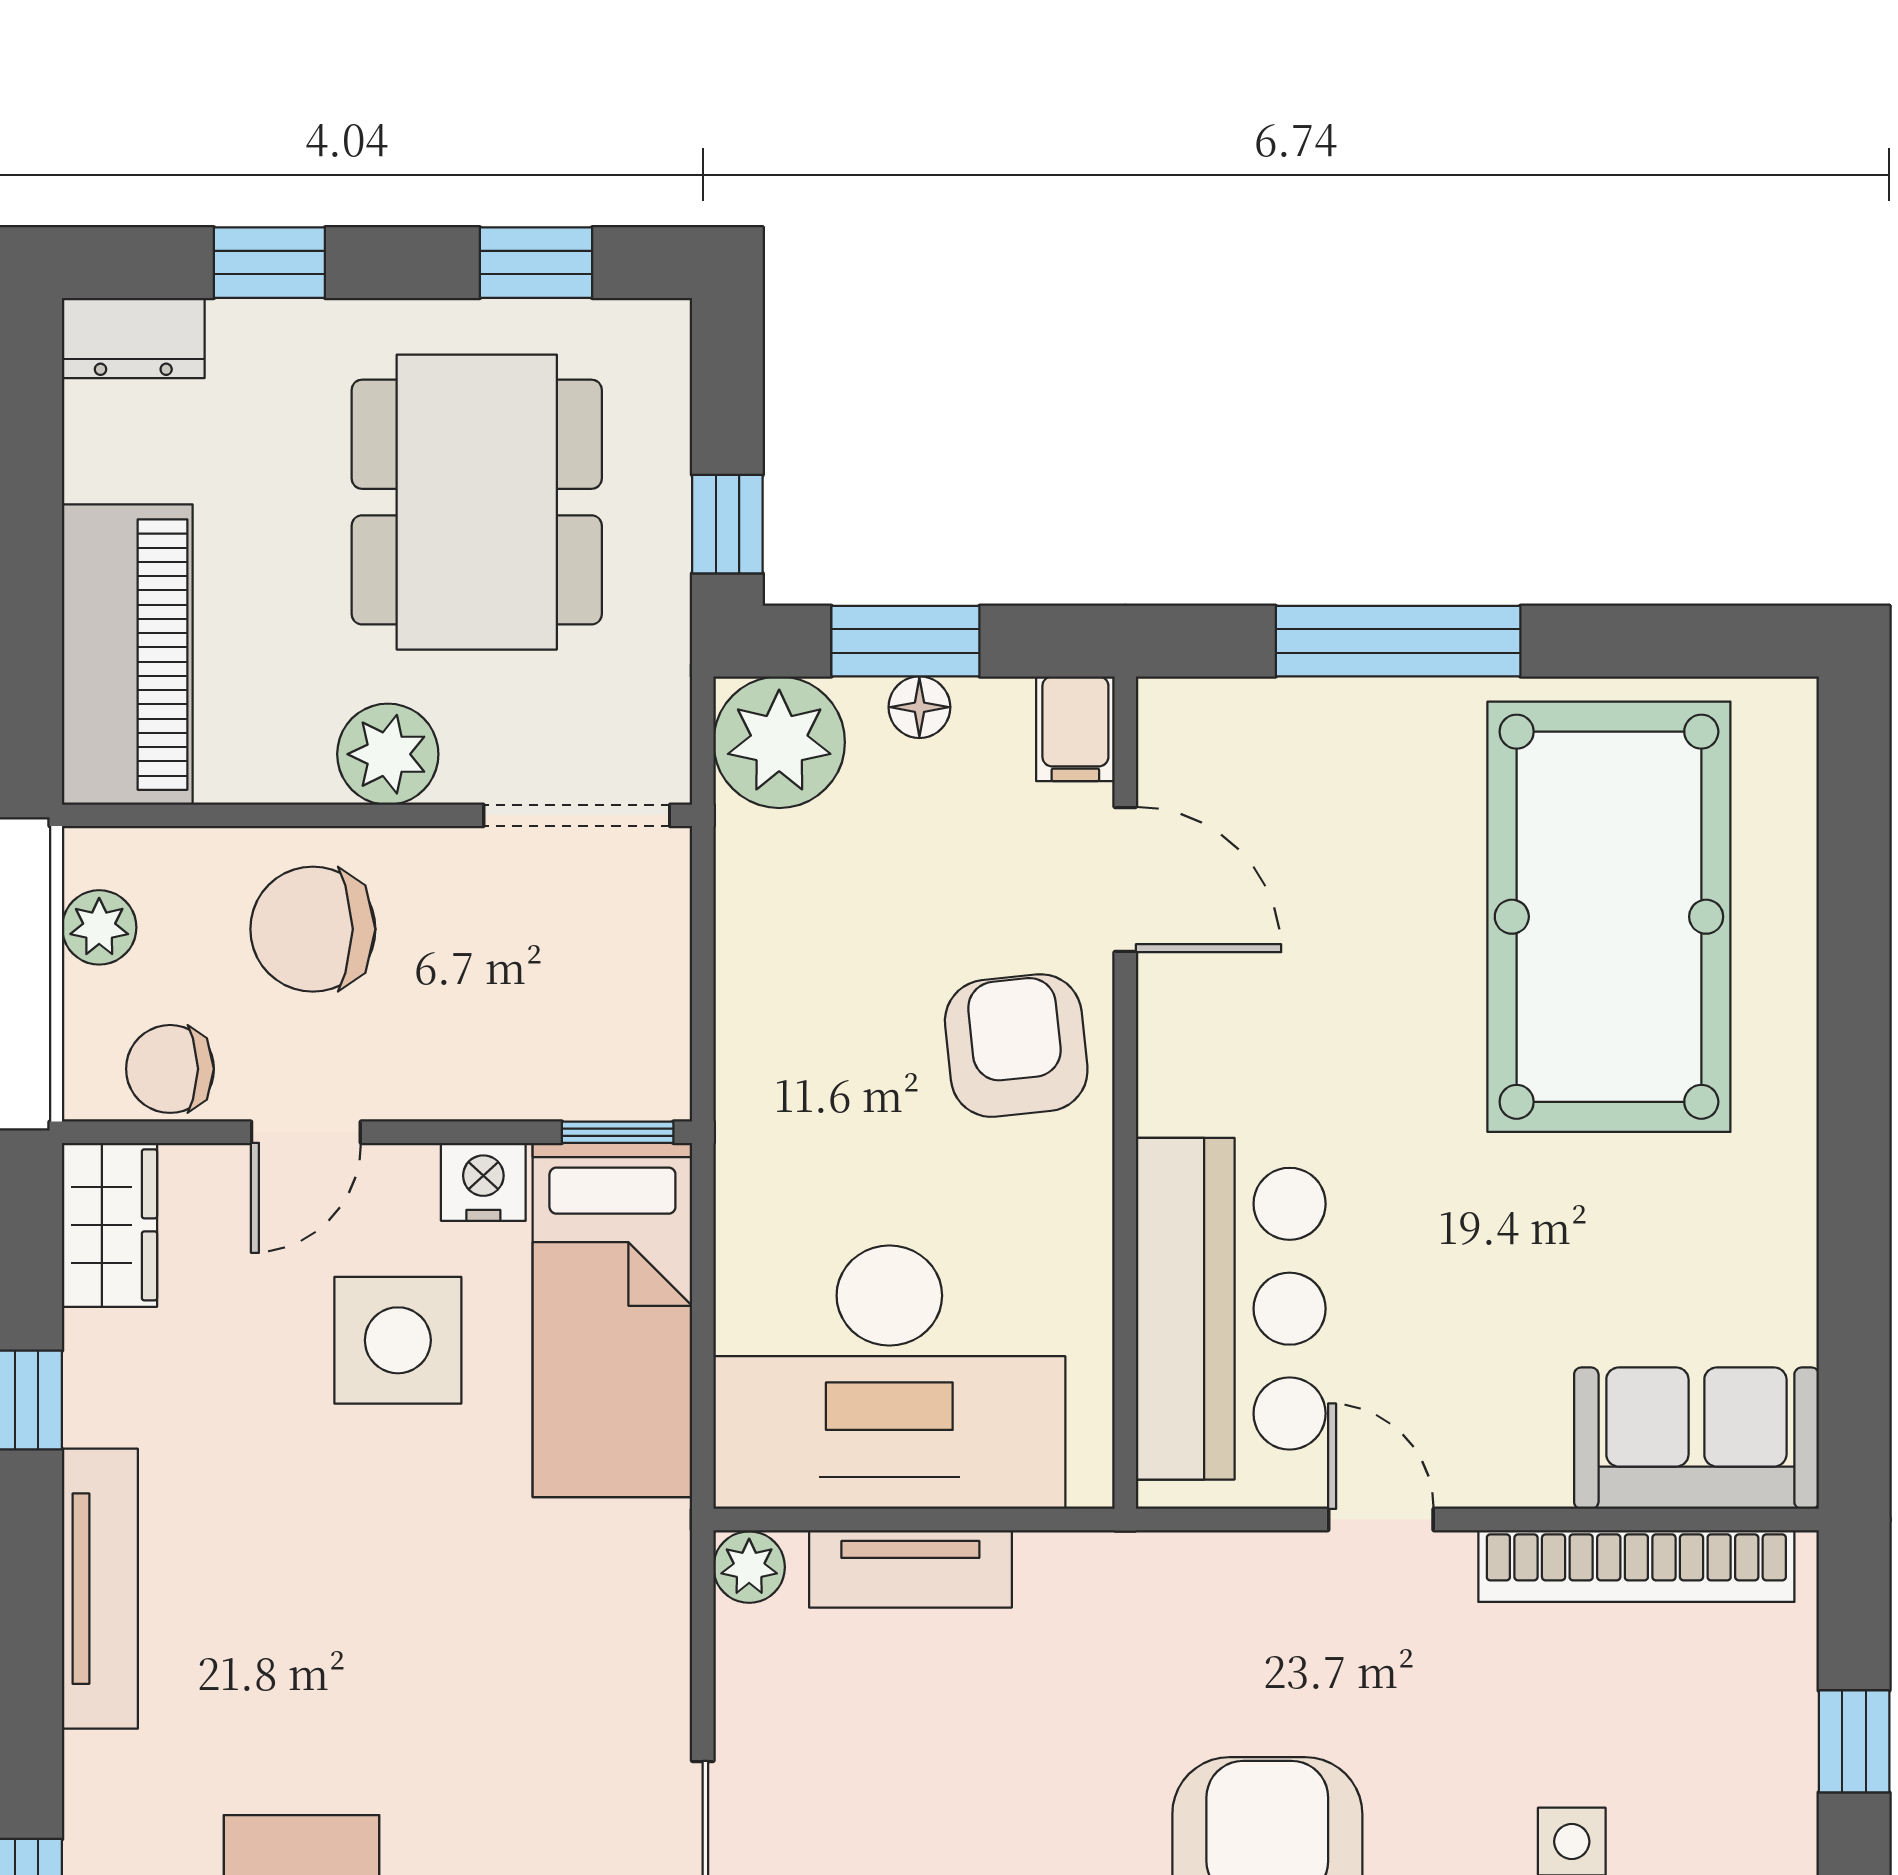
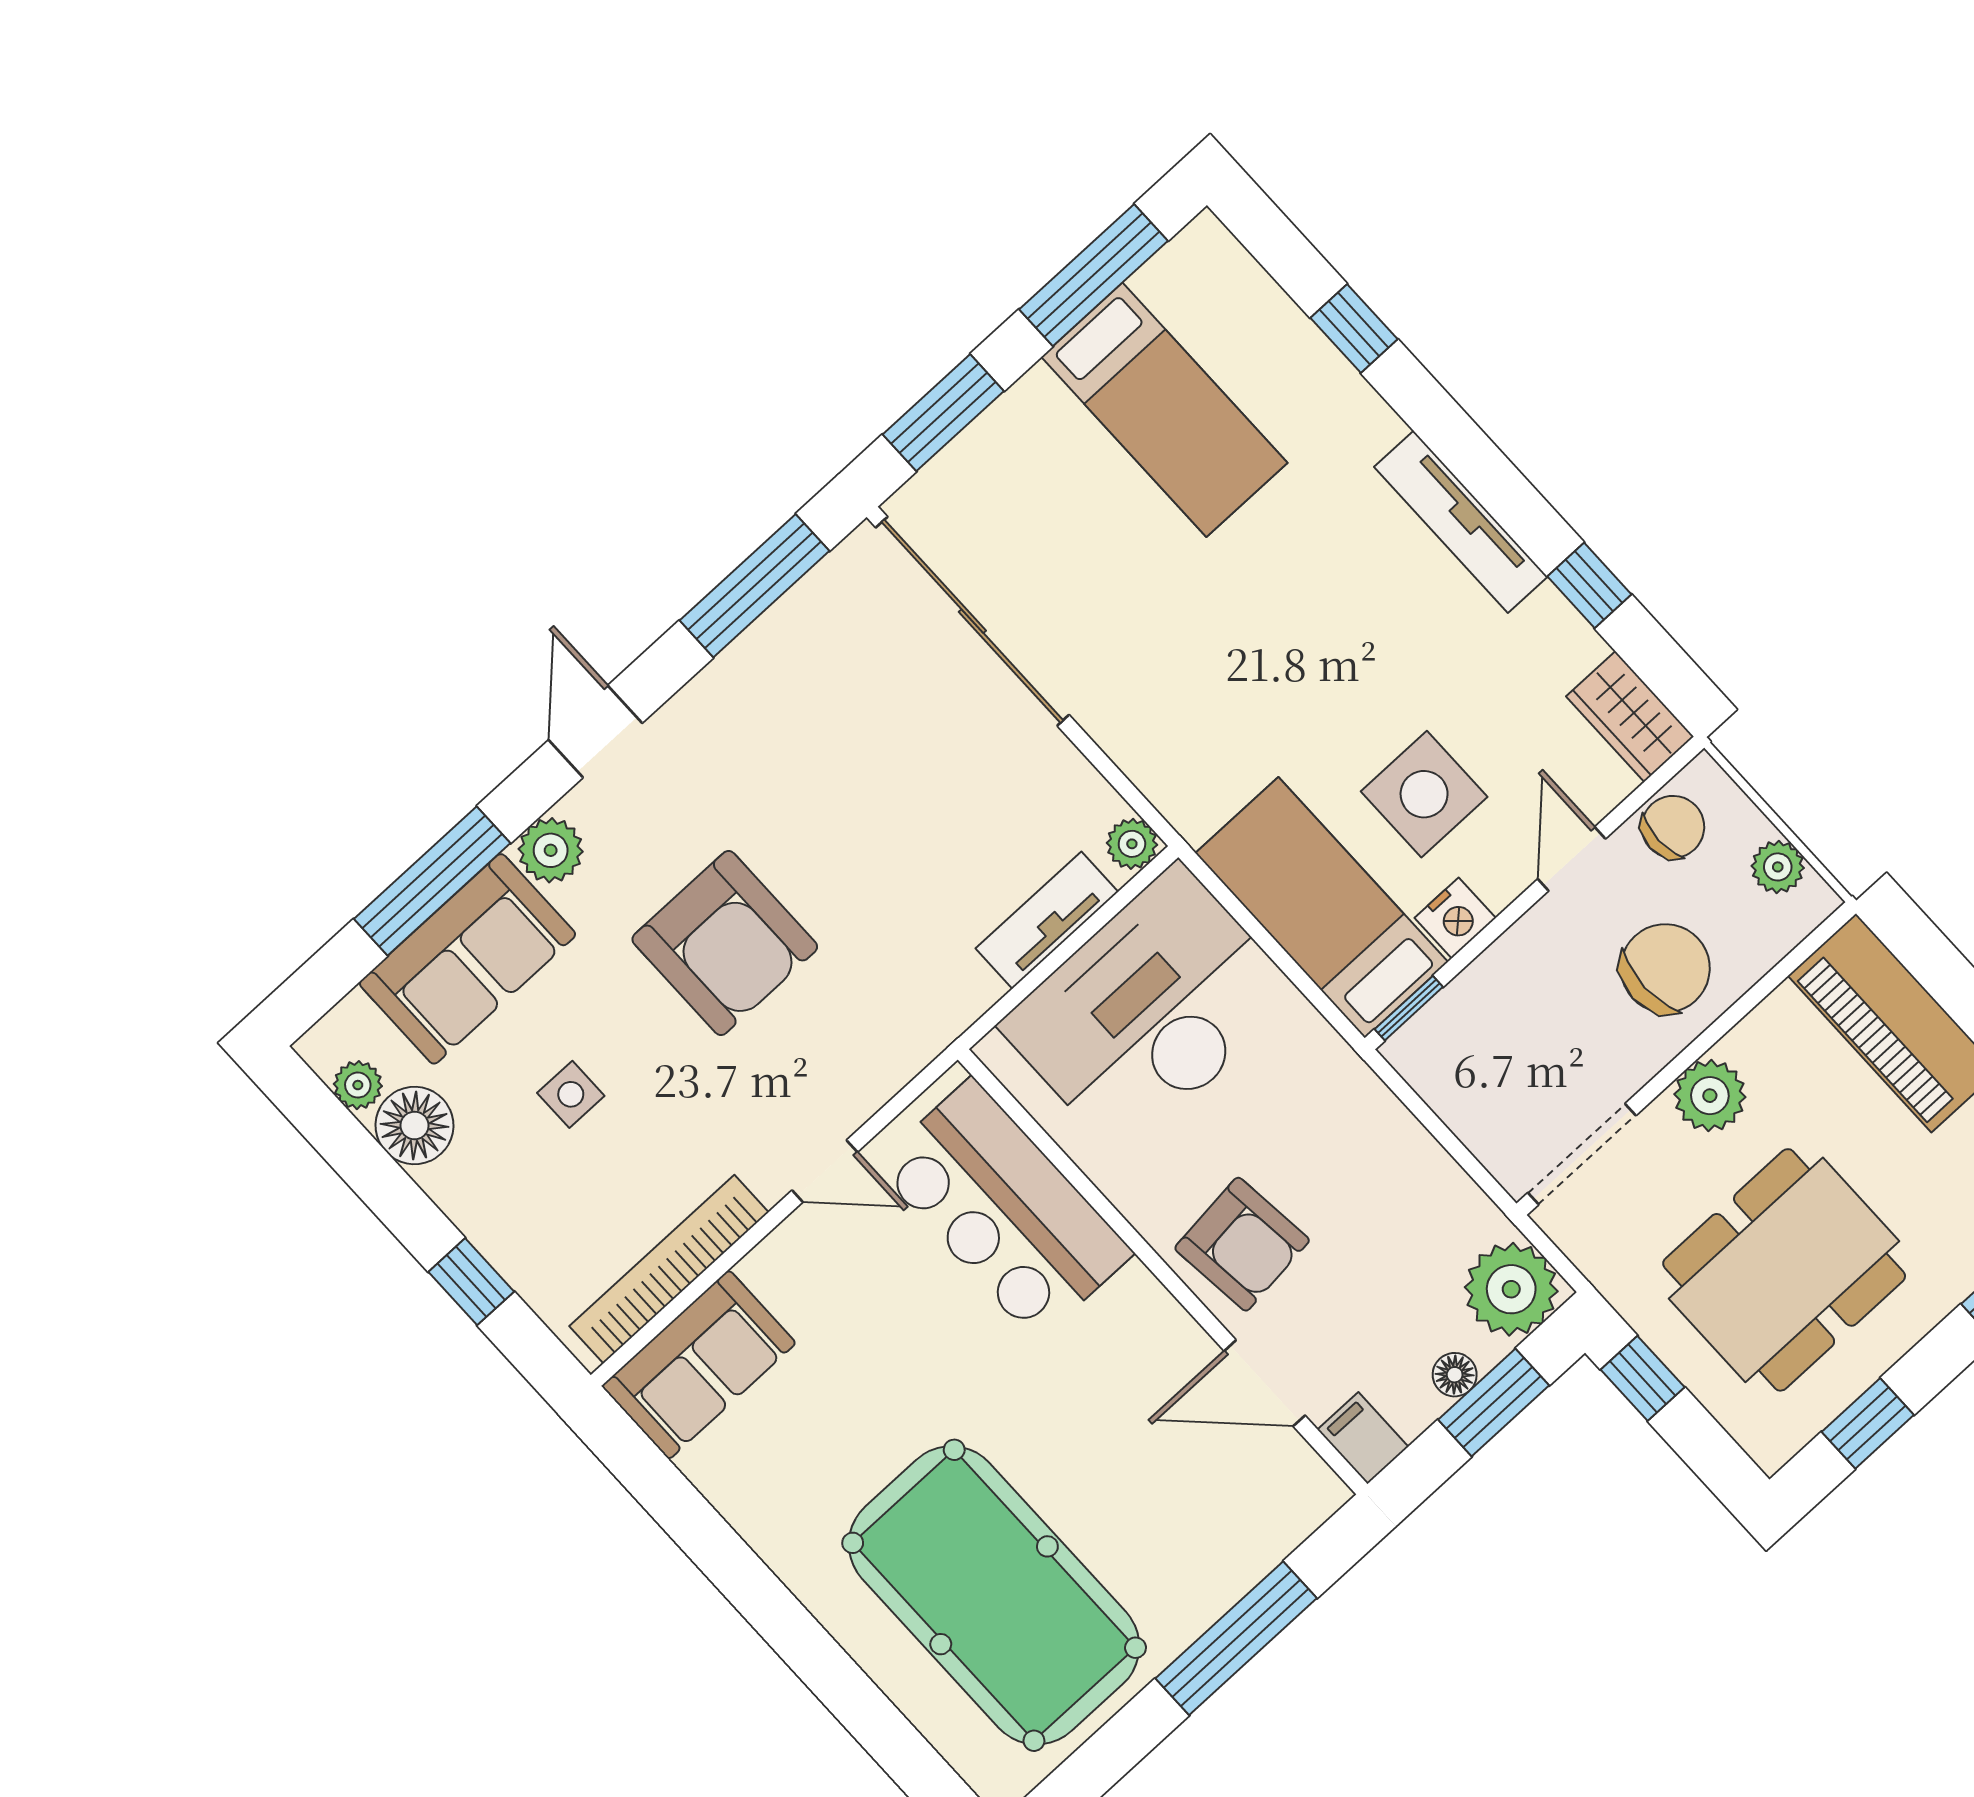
dining table: (477, 502) -> (1784, 1270), turned 90

